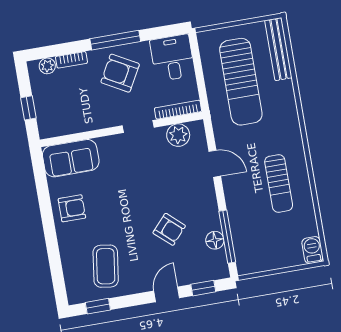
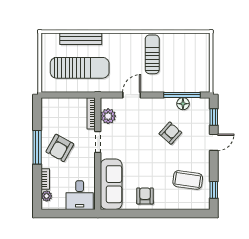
bench: (278, 49) -> (81, 39), moved
desk: (172, 58) -> (80, 195), moved, turned -90
window: (28, 108) -> (73, 213), removed
sofa: (71, 158) -> (111, 184), width x1.36
sun lounger: (279, 183) -> (152, 54), turned -90
barbecue: (312, 250) -> (201, 39), removed
door: (167, 294) -> (214, 142), swing flipped

